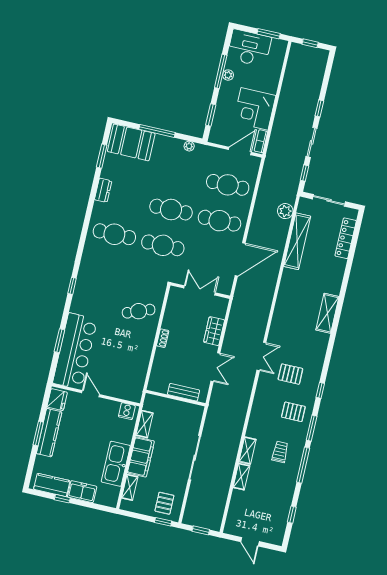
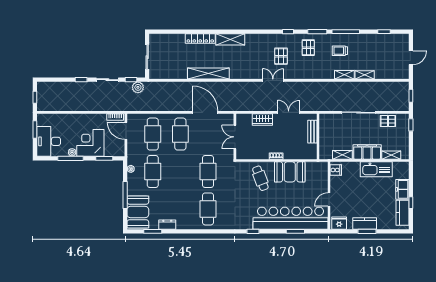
corner desk: (254, 109) -> (90, 143), moved, turned 180
dresser: (103, 190) -> (167, 225), moved
cafe table: (171, 210) -> (153, 171), moved
plant: (285, 211) -> (138, 87), moved
locker: (346, 238) -> (200, 39), moved
shelving: (297, 241) -> (208, 74), moved
bar counter: (75, 351) -> (290, 218), width x1.36
booth: (138, 351) -> (290, 172), added
kitchen counter: (49, 433) -> (365, 223), width x0.67
pallet: (164, 503) -> (388, 121), moved

